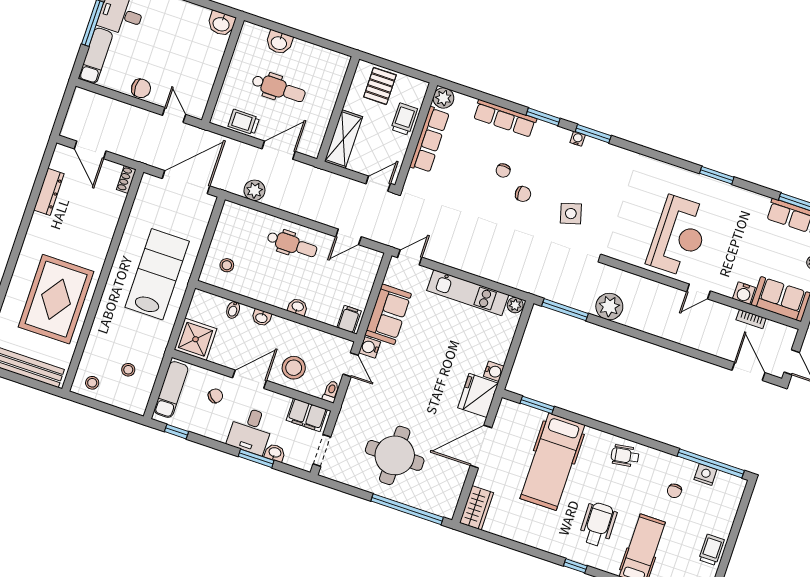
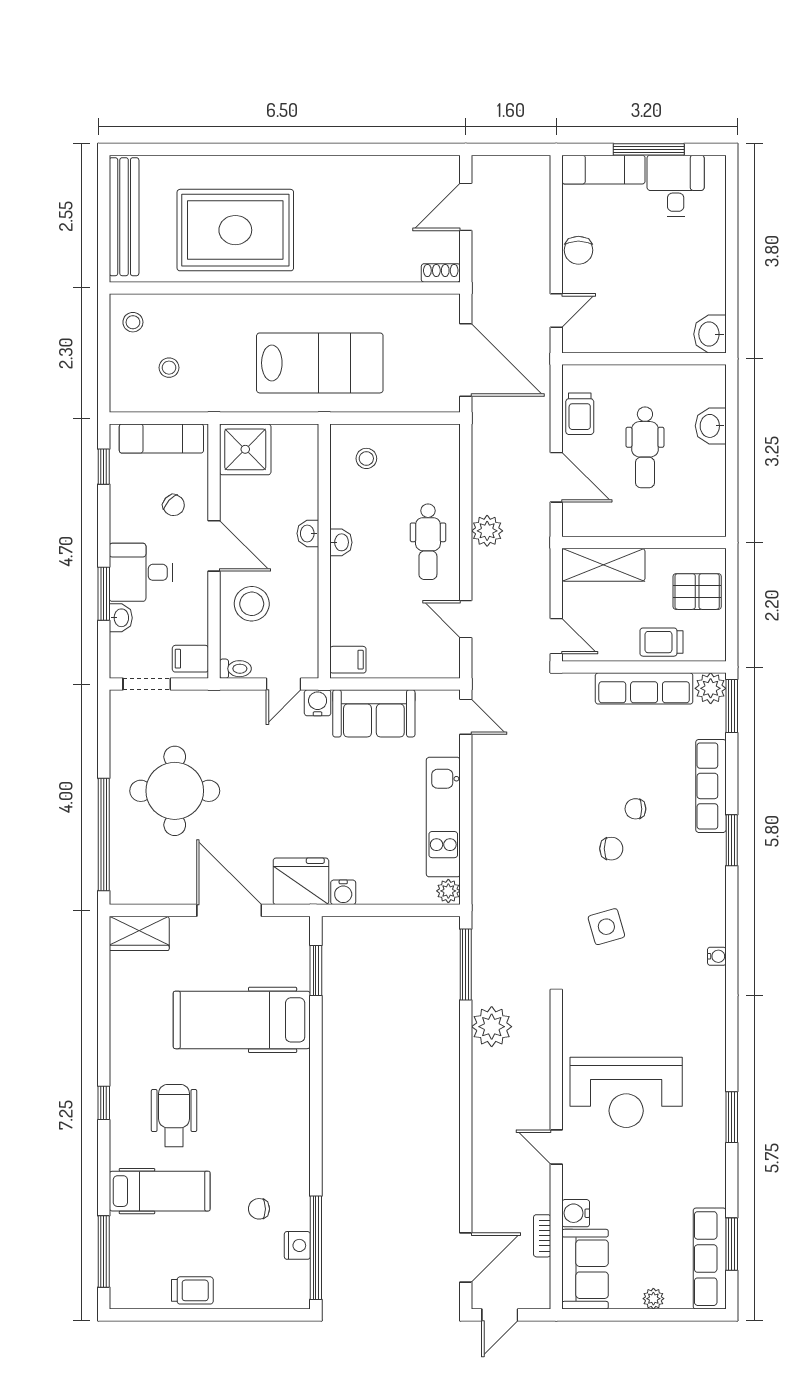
trolley: (404, 119) -> (661, 642), turned 180
trolley: (244, 122) -> (580, 414), turned 180
window: (593, 134) -> (732, 706), moved
water cooler: (578, 139) -> (717, 956), moved
plant: (254, 190) -> (487, 531), moved
dresser: (49, 192) -> (386, 168), removed
chair: (523, 194) -> (611, 849), turned -90
washbasin: (298, 307) -> (341, 542), moved
bidet: (233, 310) -> (305, 489), removed
filing cabinet: (307, 415) -> (190, 659), width x0.50
wheelchair: (625, 456) -> (285, 1121), removed
wheelchair: (598, 524) -> (174, 1115), turned -89

